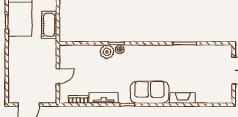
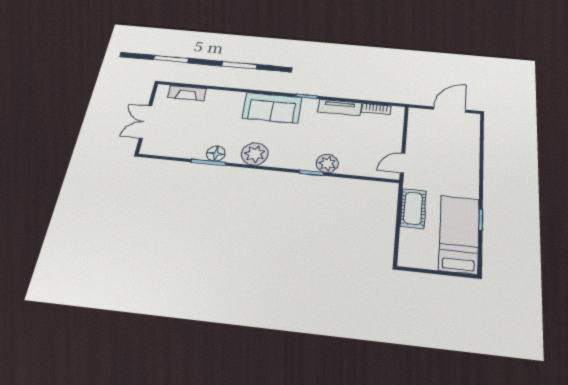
plant: (120, 49) -> (255, 154), moved, width x1.87, depth x1.87
floor lamp: (181, 51) -> (216, 154), added
door: (58, 76) -> (403, 163), moved
fireplace: (183, 98) -> (187, 93), moved

